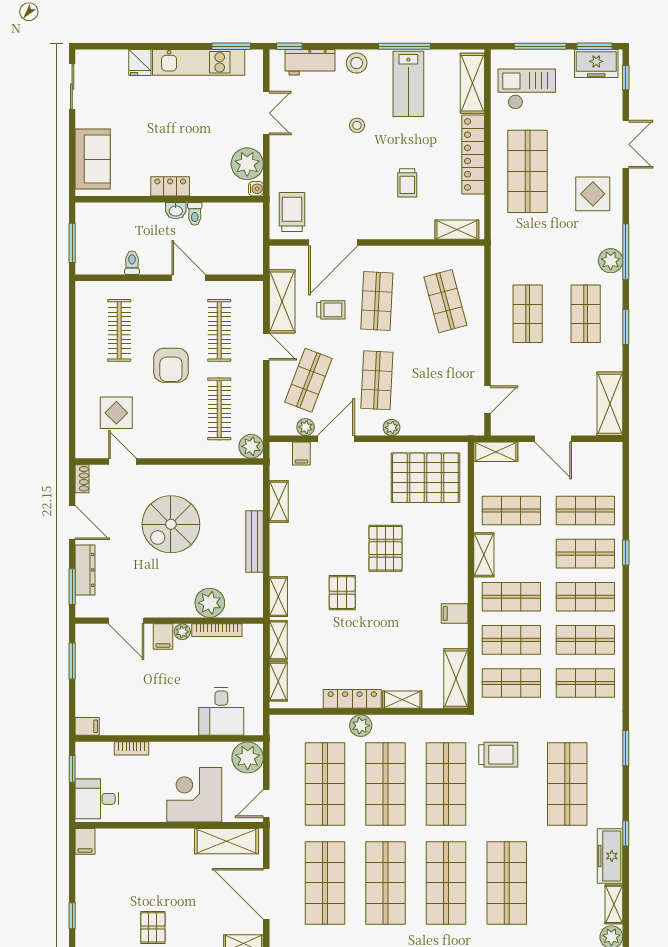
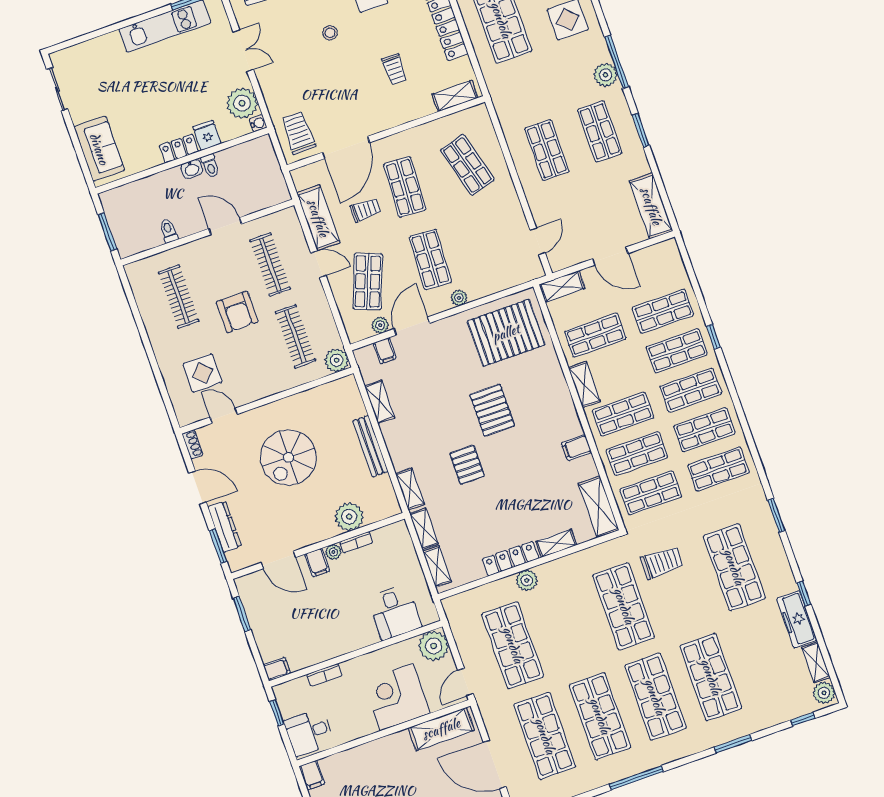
fridge: (140, 62) -> (207, 135), moved, turned 180
bookcase: (217, 630) -> (356, 542), width x0.64
shop shelf: (385, 784) -> (568, 626), removed

